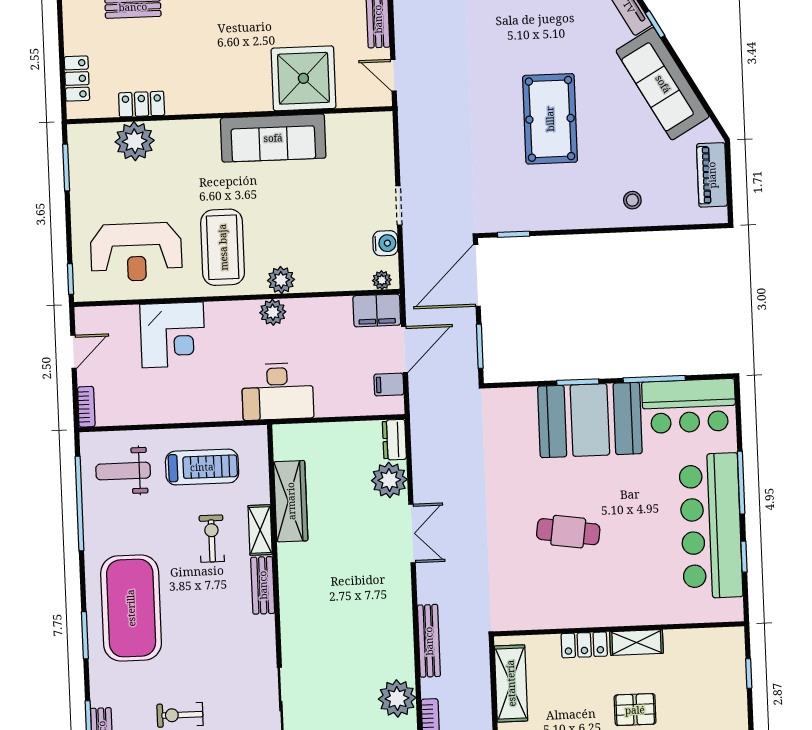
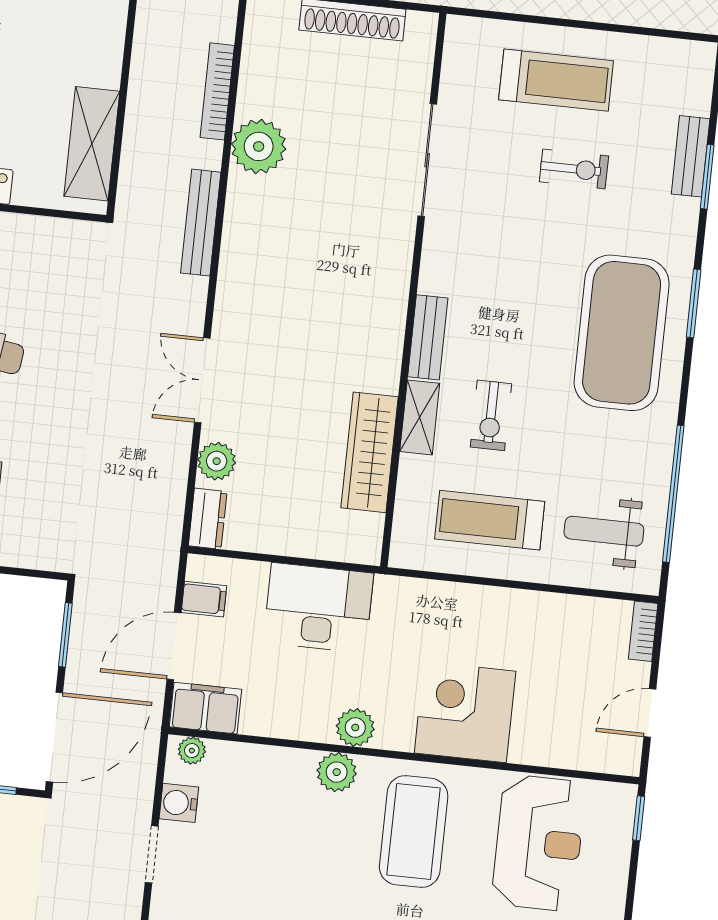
reception desk: (136, 252) -> (539, 843), turned 90
corner desk: (173, 335) -> (465, 712), moved
desk: (278, 391) -> (318, 608), moved
weight bench: (123, 471) -> (604, 531), turned 180
plant: (389, 480) -> (217, 461), width x0.73, depth x0.73

